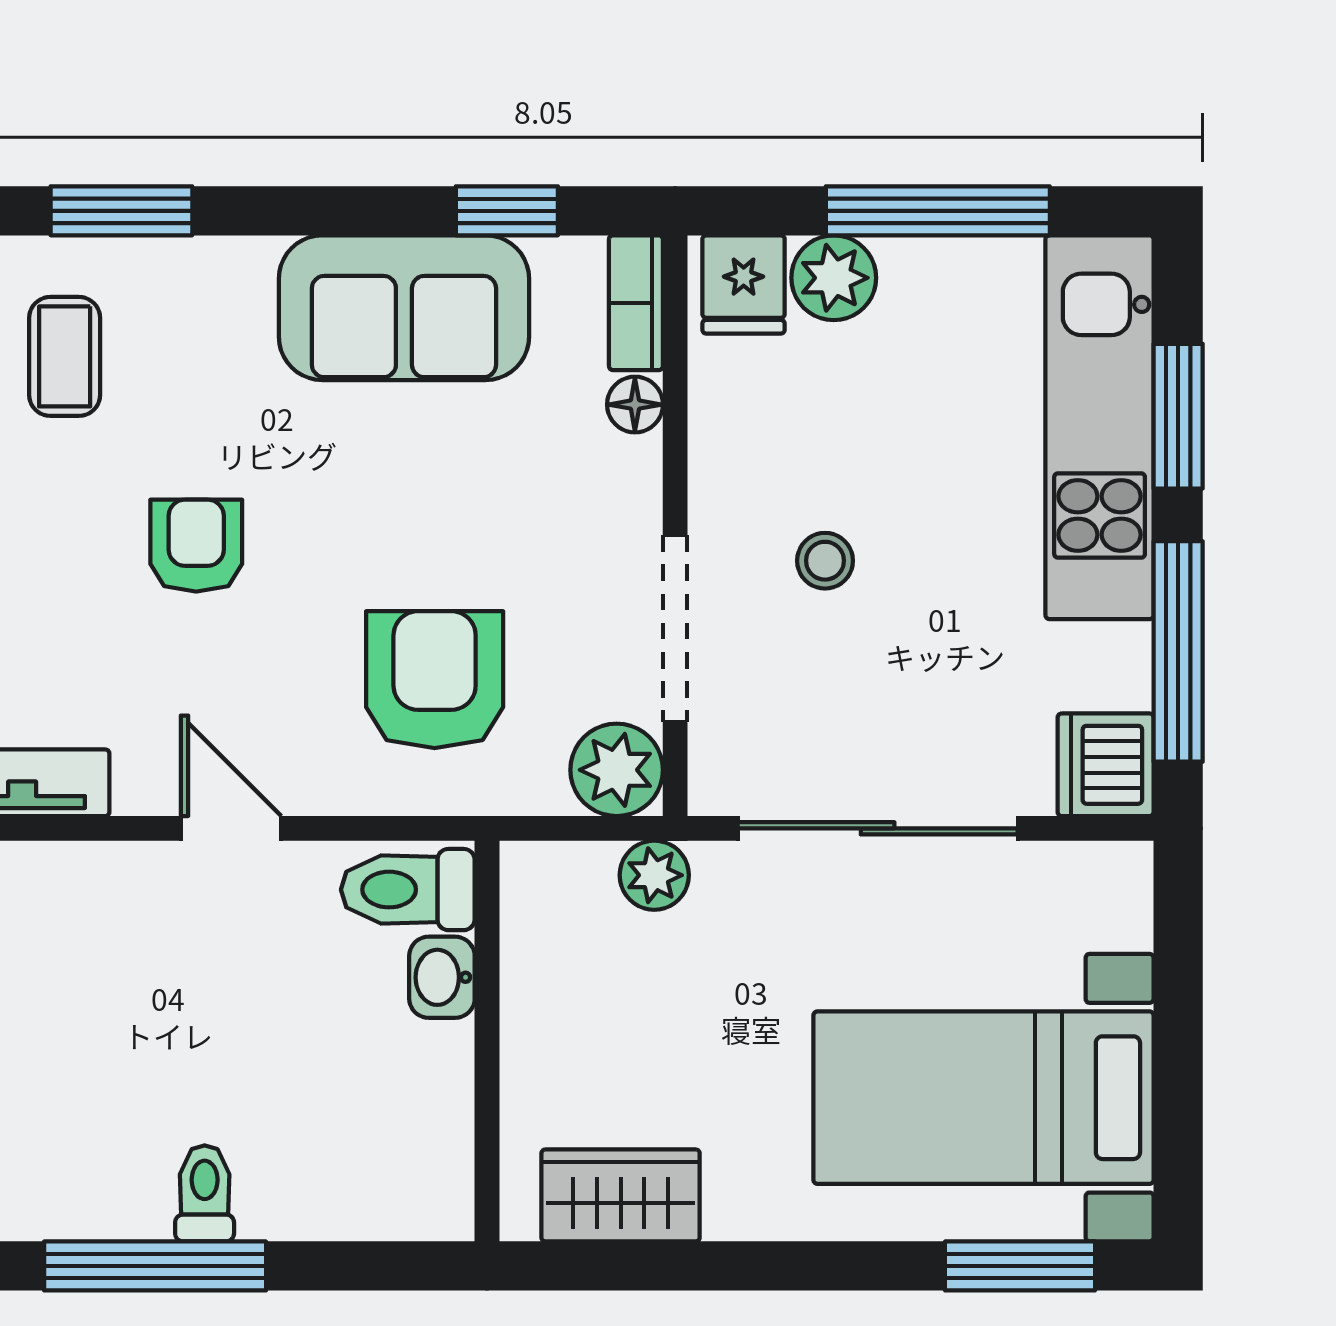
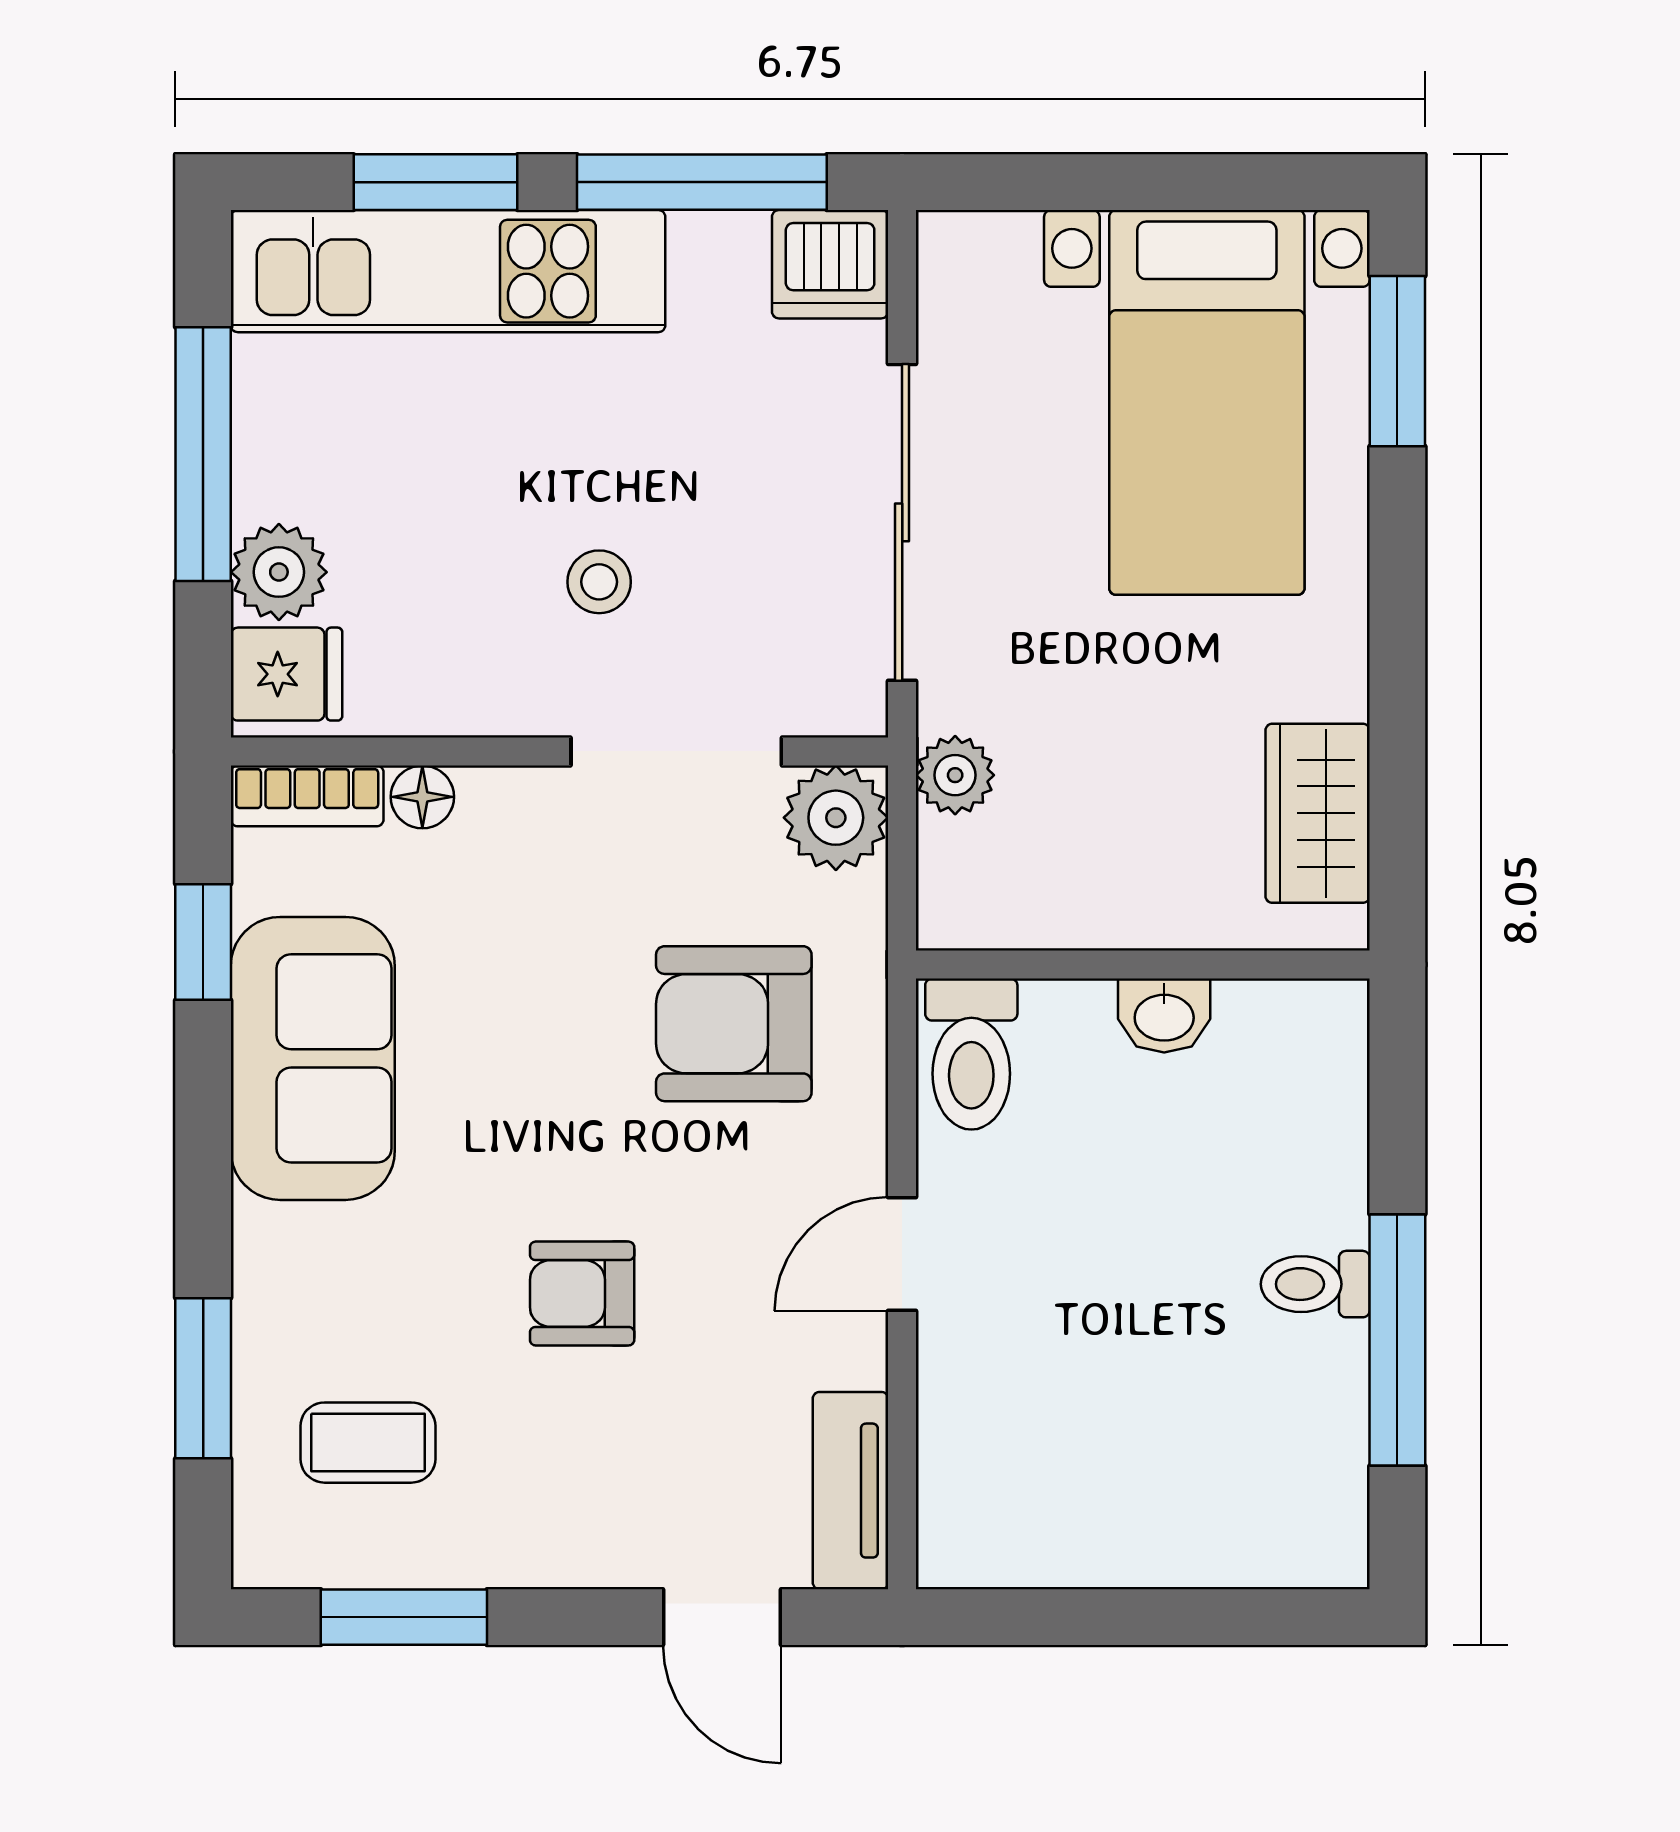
washbasin: (442, 977) -> (1164, 1015), moved

